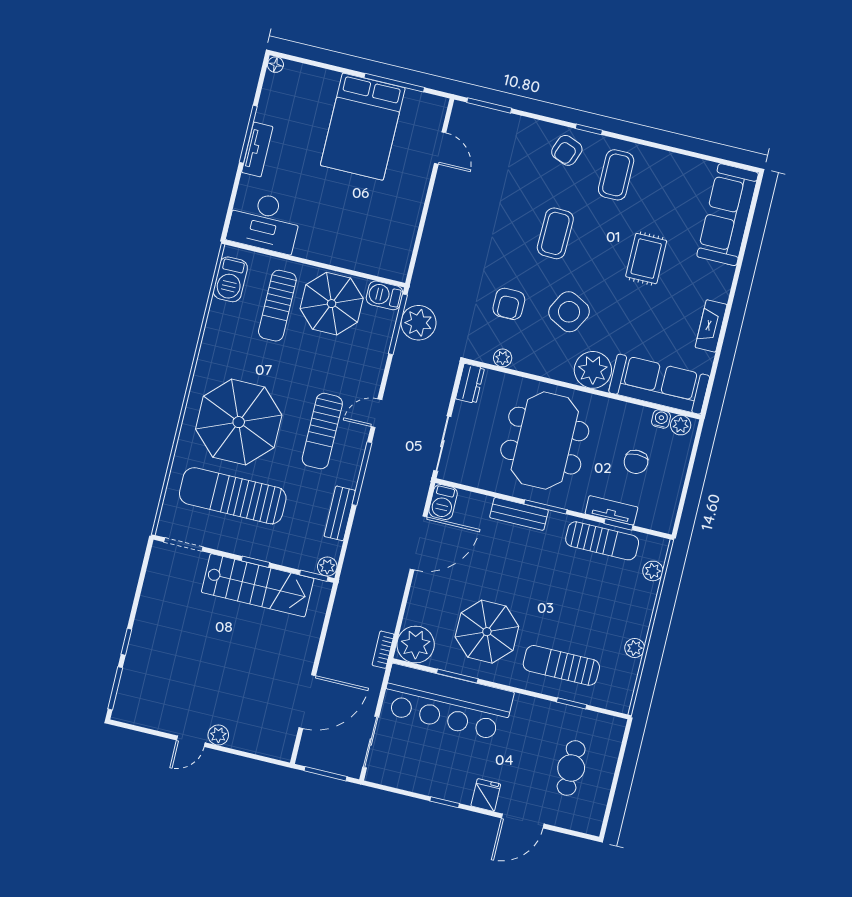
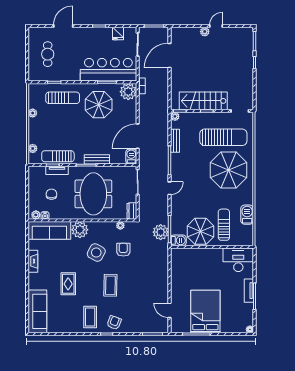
barbecue: (230, 279) -> (247, 215), moved
sun lounger: (322, 431) -> (191, 175), removed
fridge: (486, 795) -> (118, 33), moved

